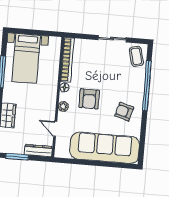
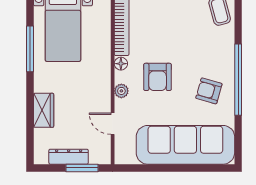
window: (147, 86) -> (238, 80), moved
dresser: (38, 151) -> (69, 157), moved
window: (17, 157) -> (82, 168), moved

